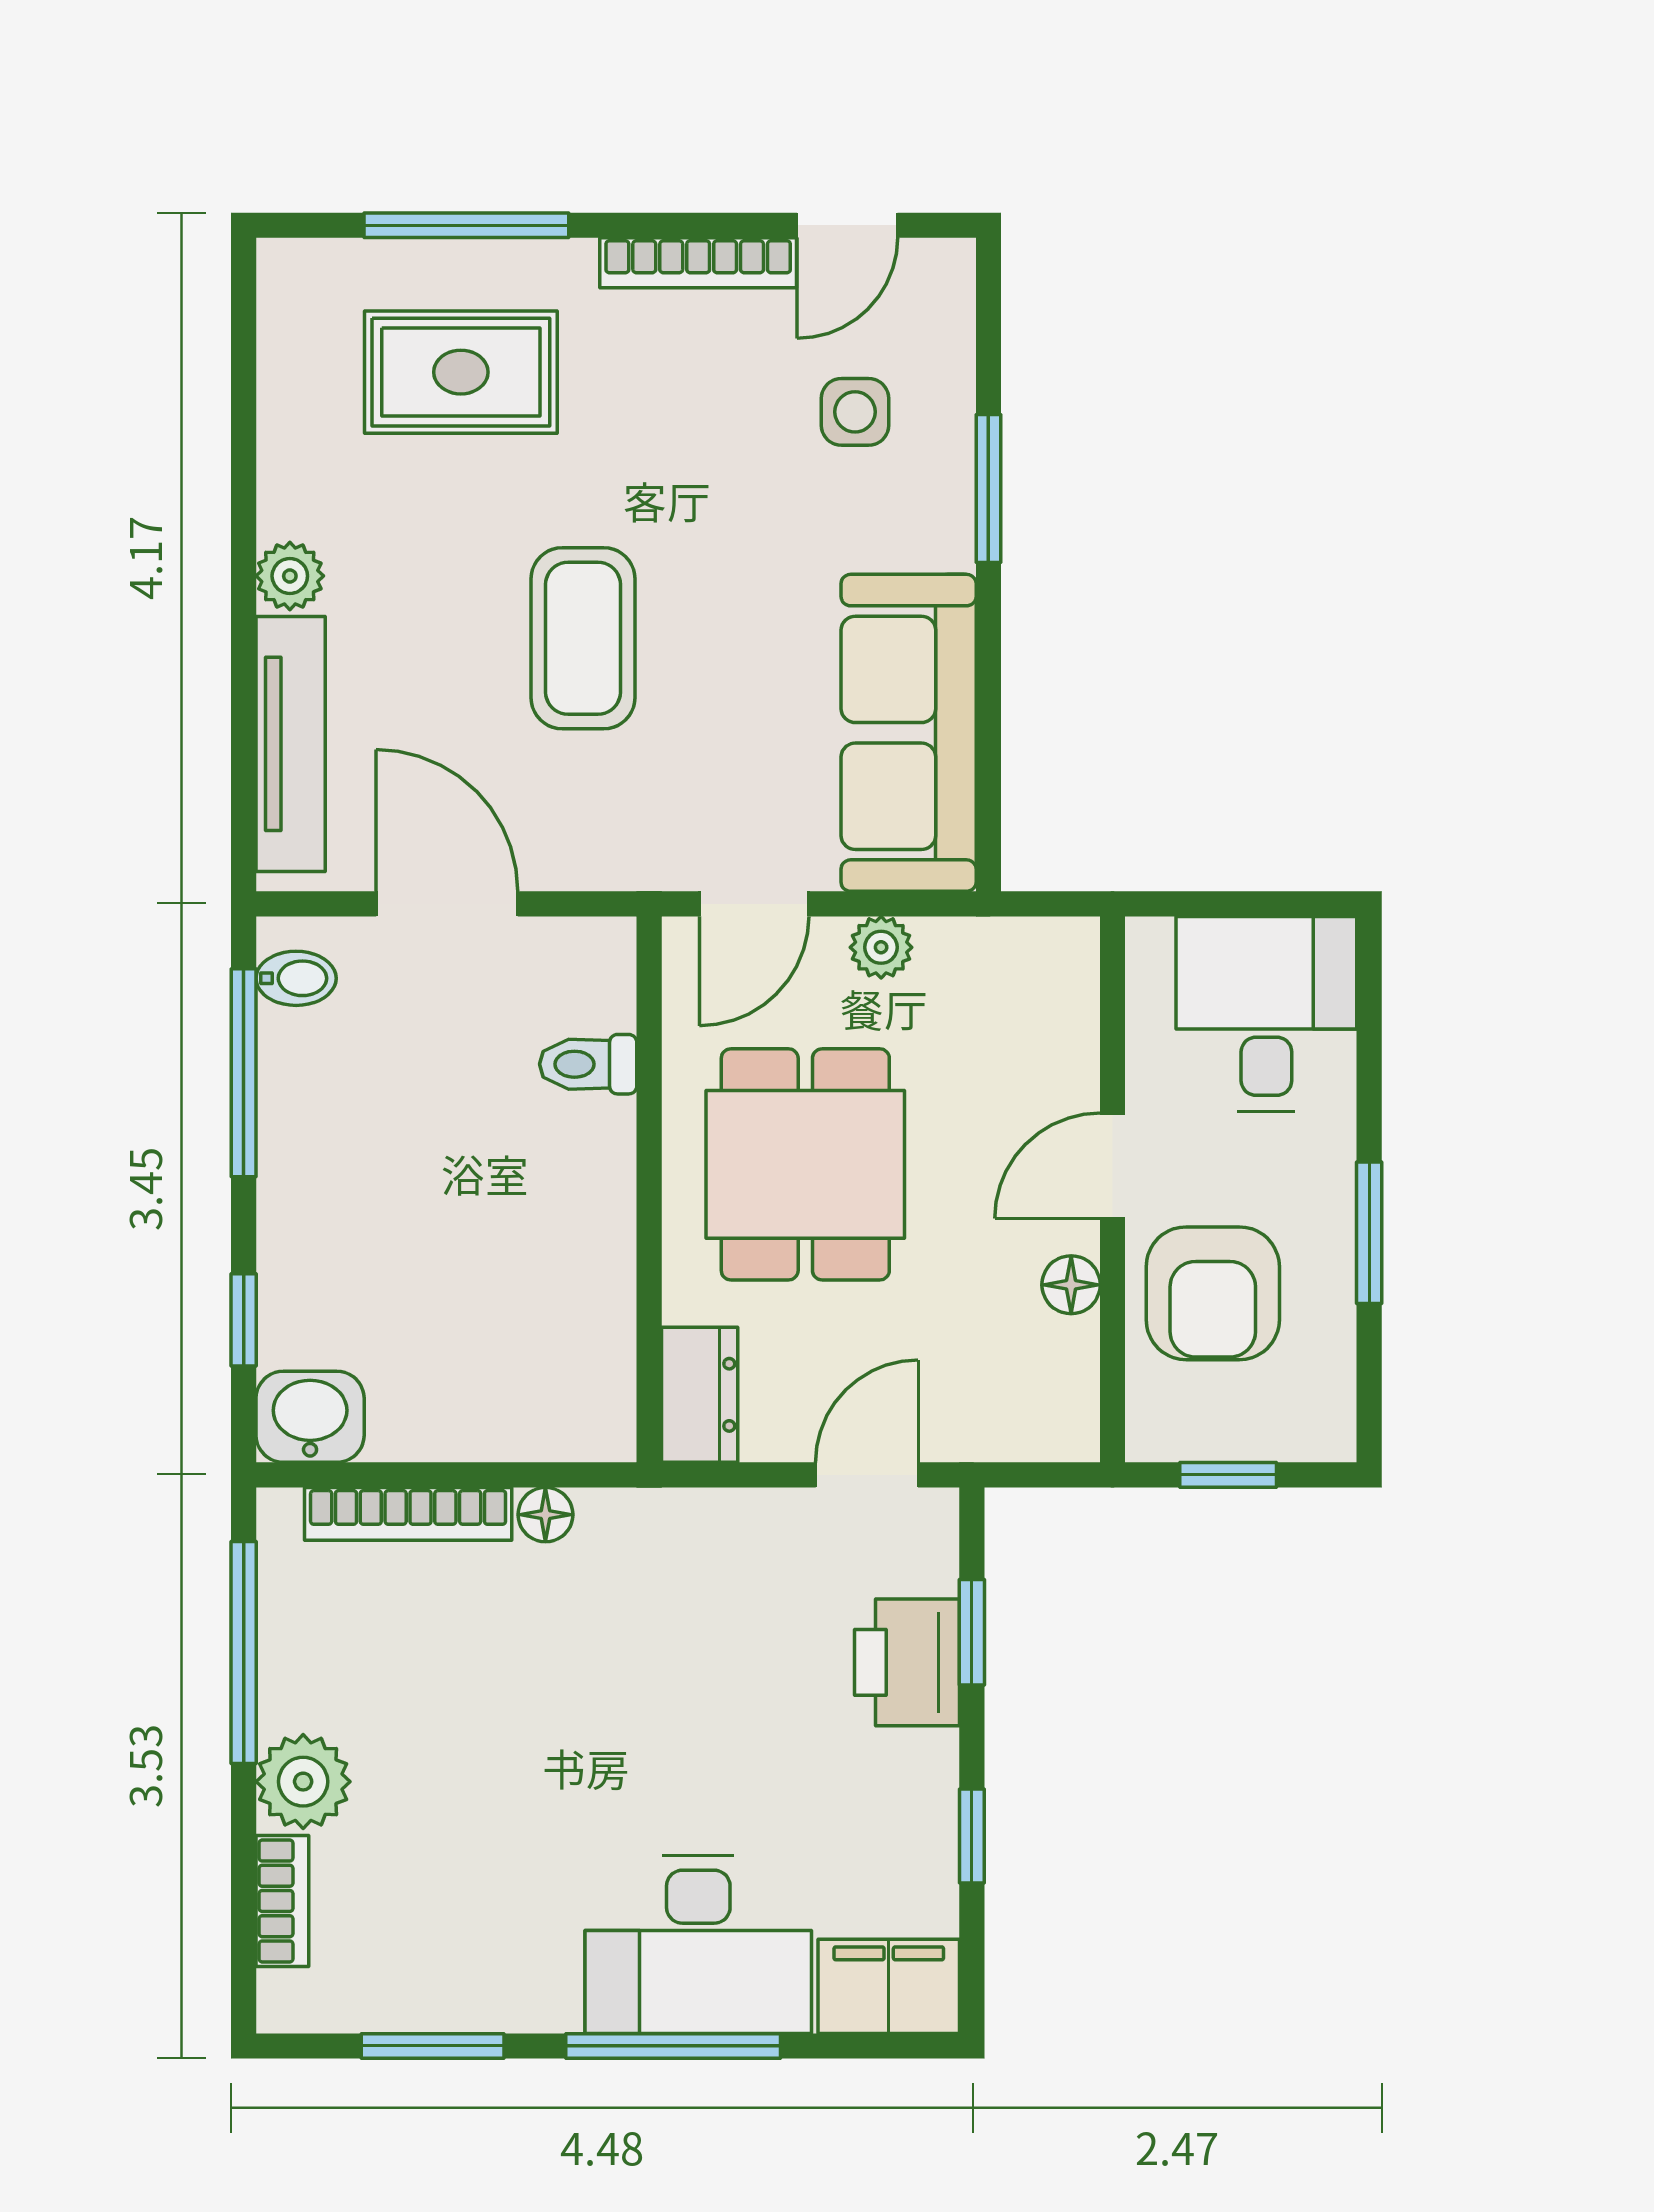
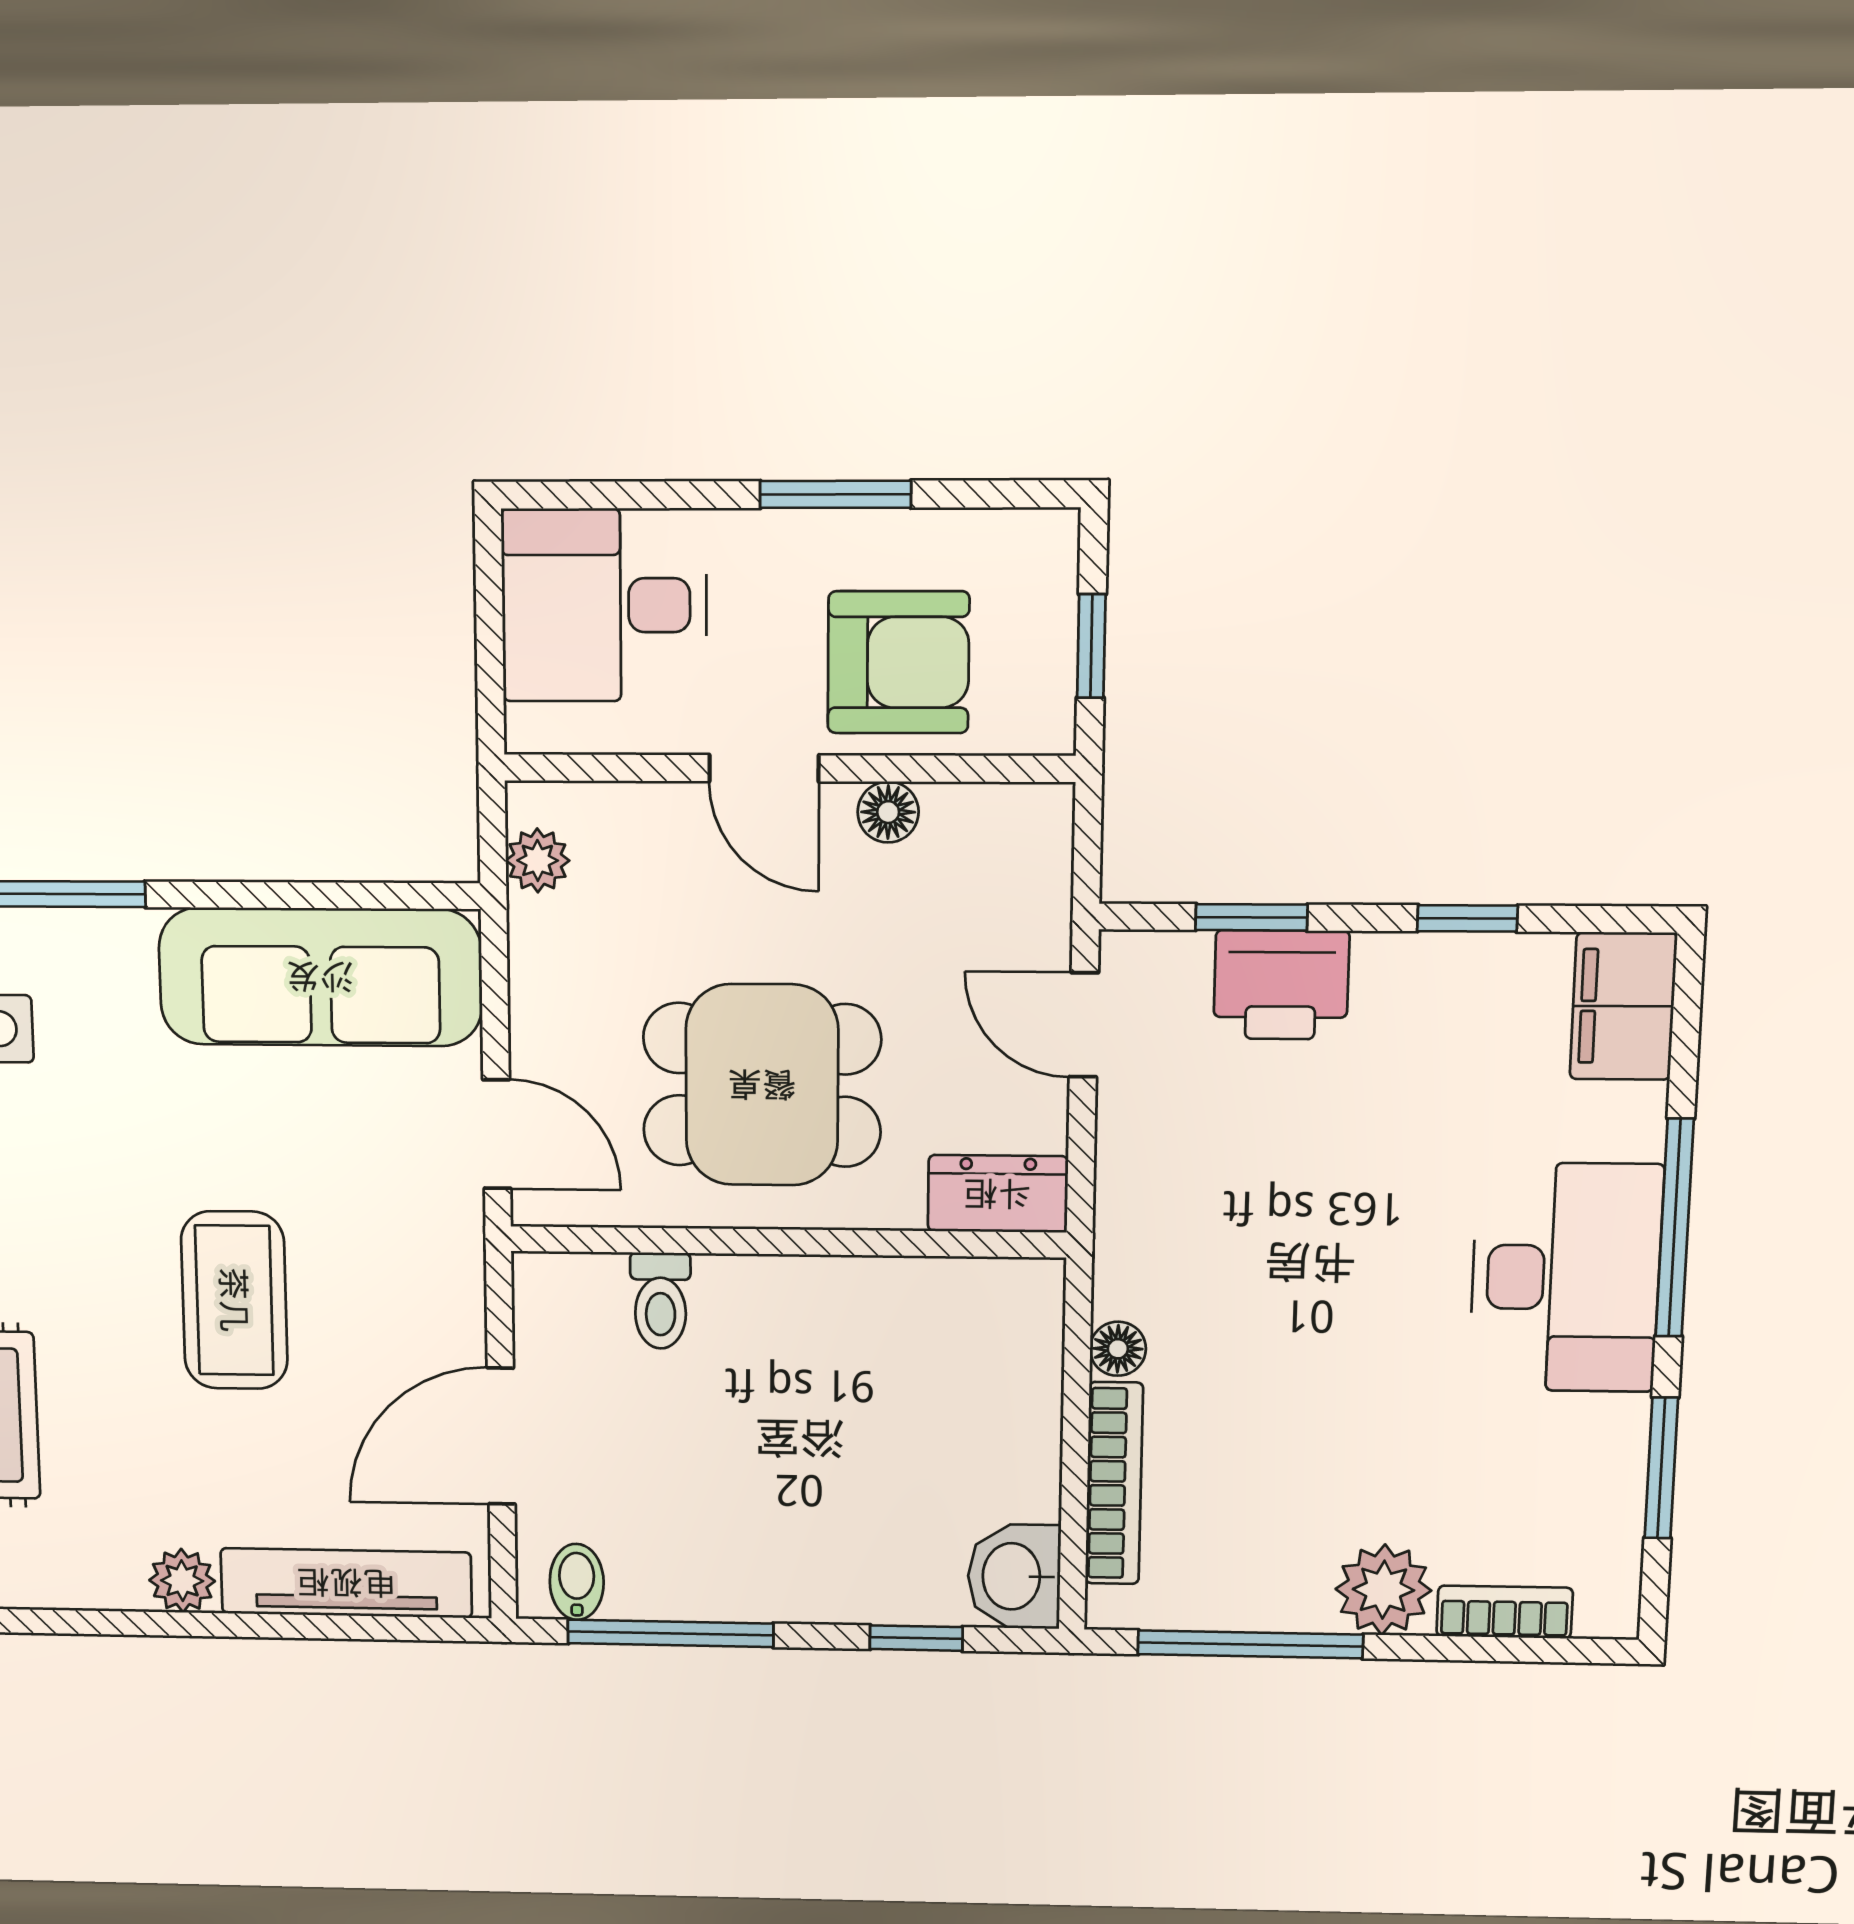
coffee table: (583, 638) -> (234, 1300), turned 90
plant: (881, 947) -> (538, 860), moved
desk: (698, 1945) -> (1566, 1278), moved

